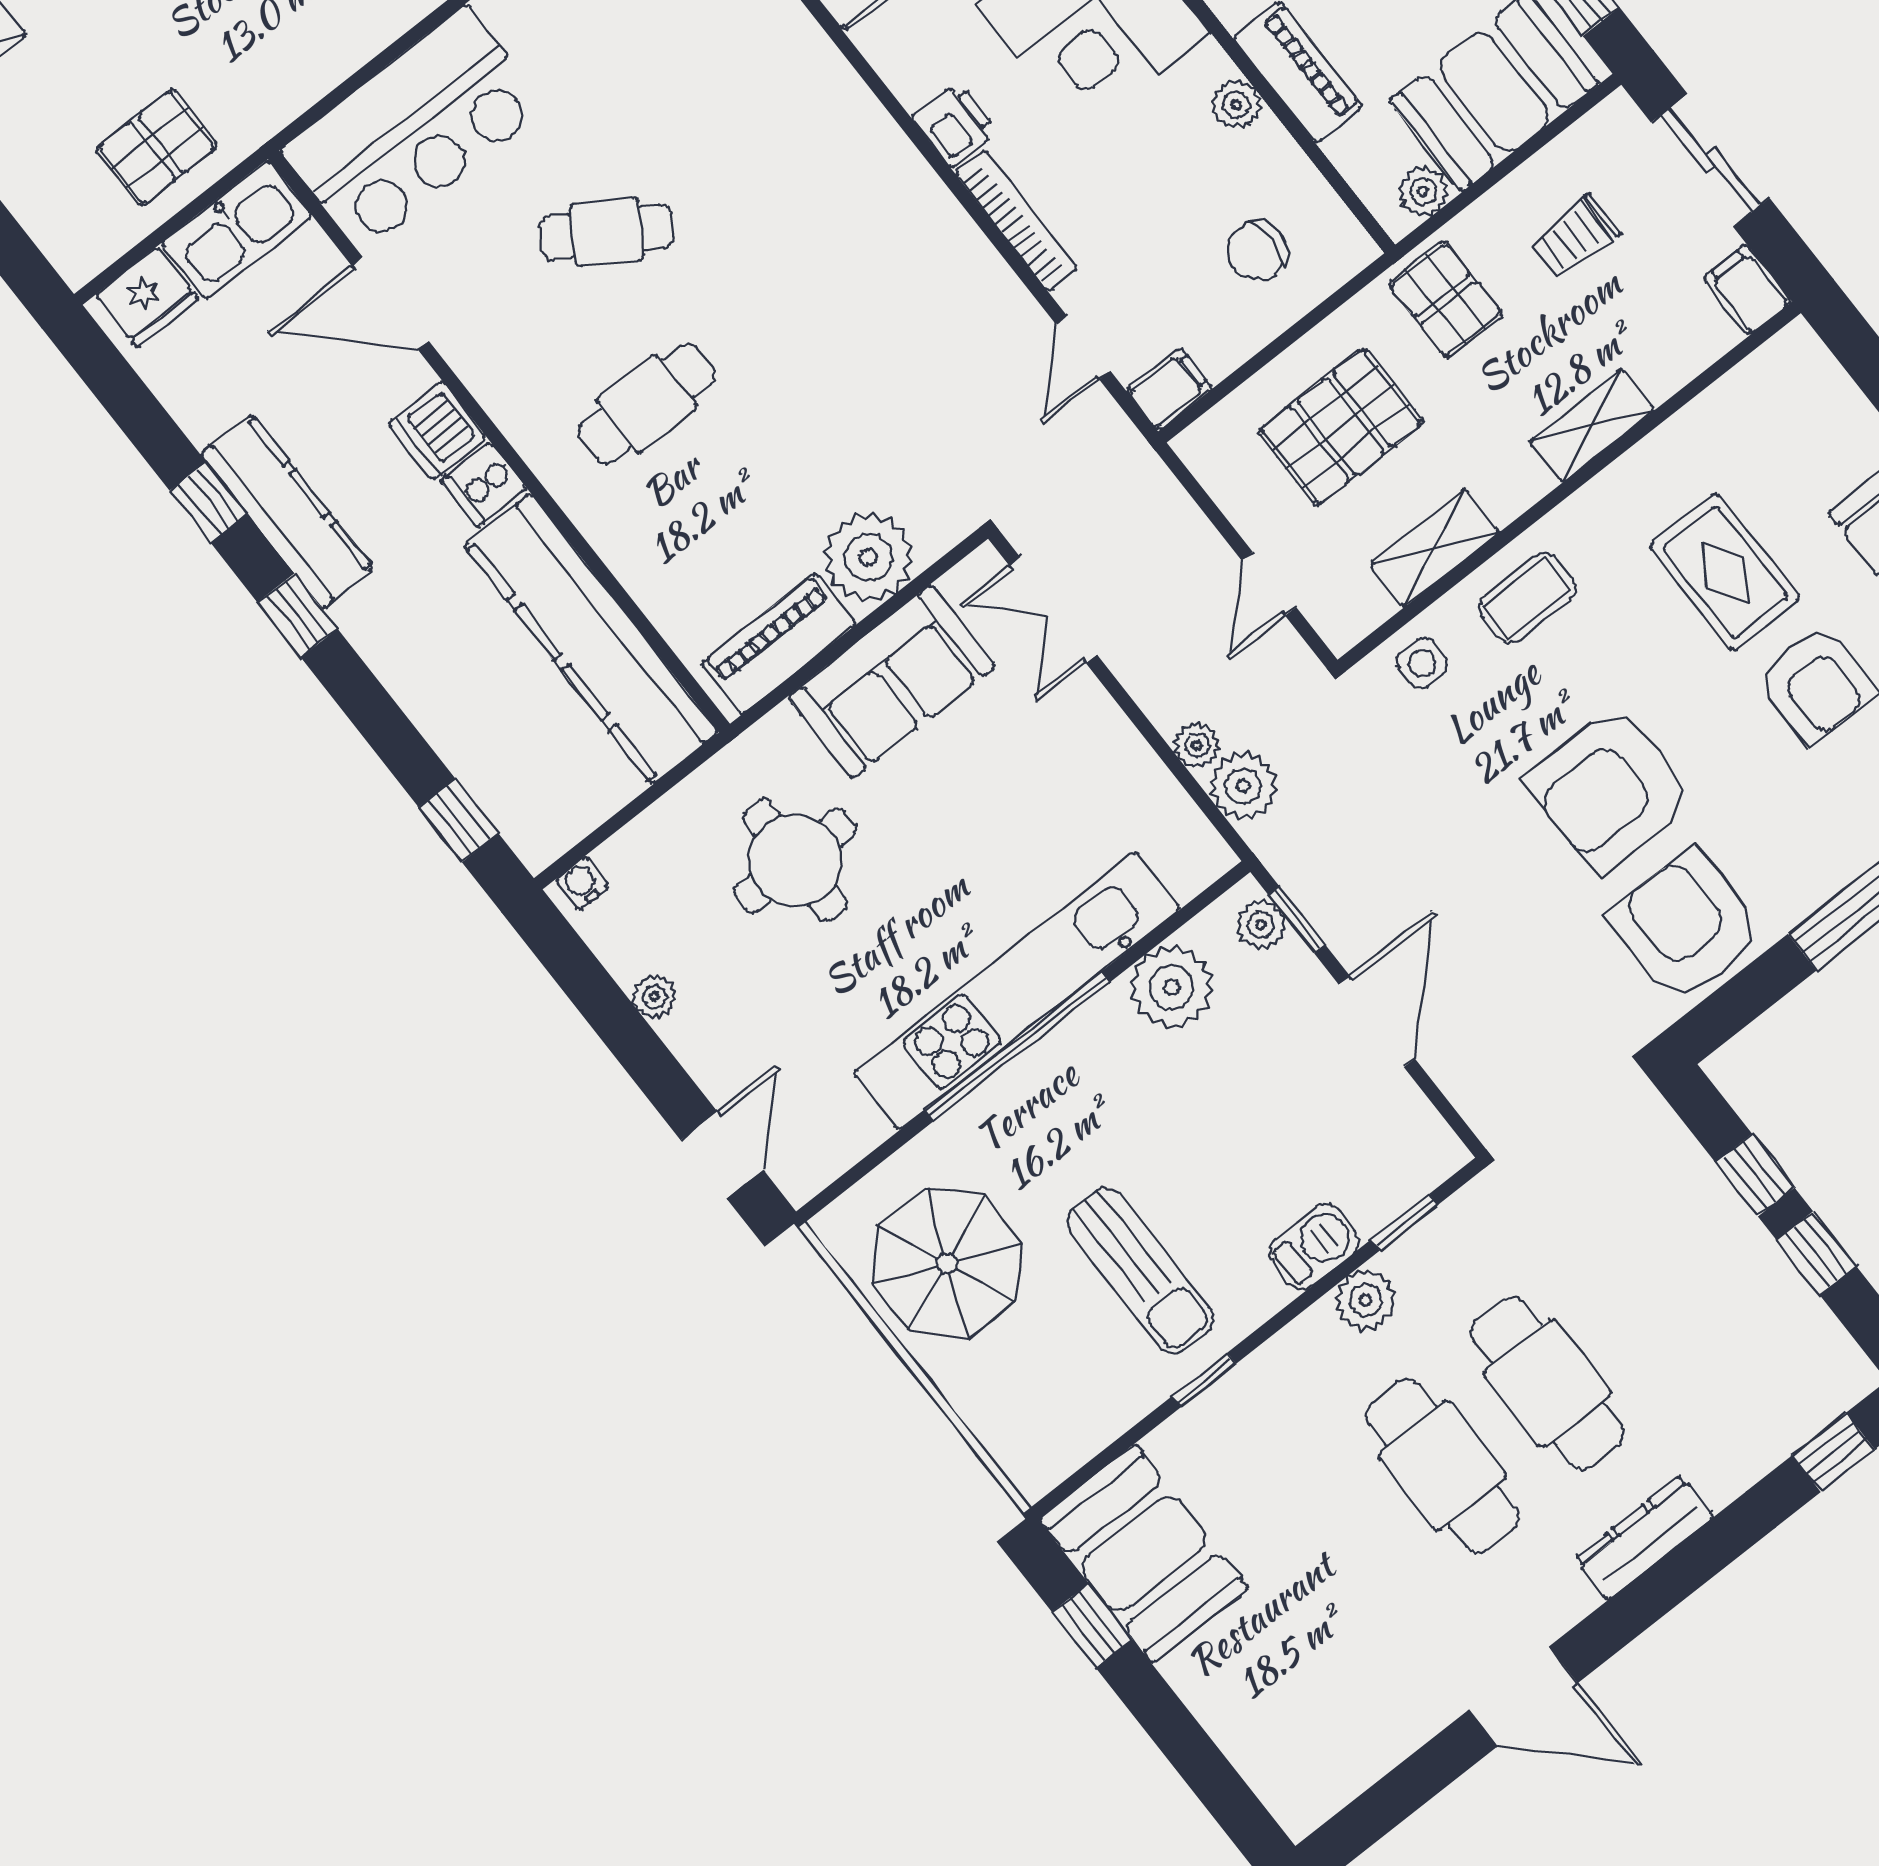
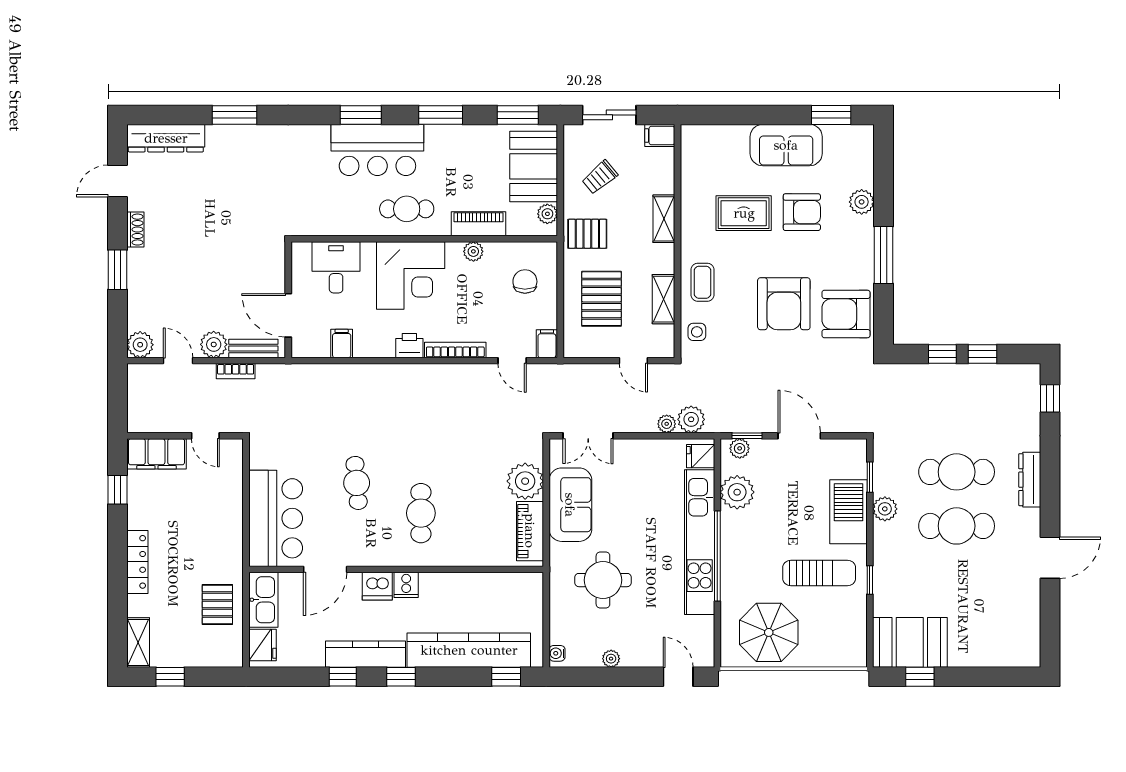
cafe table: (607, 232) -> (357, 483), turned -37
trolley: (1574, 237) -> (600, 177), turned 50
chair: (1257, 251) -> (525, 282), turned 180
kitchen counter: (591, 639) -> (469, 650), moved, turned 180
fridge: (1186, 861) -> (701, 456), added
barbecue: (1314, 1246) -> (848, 512), width x1.88, depth x1.53

